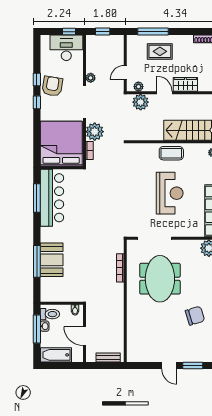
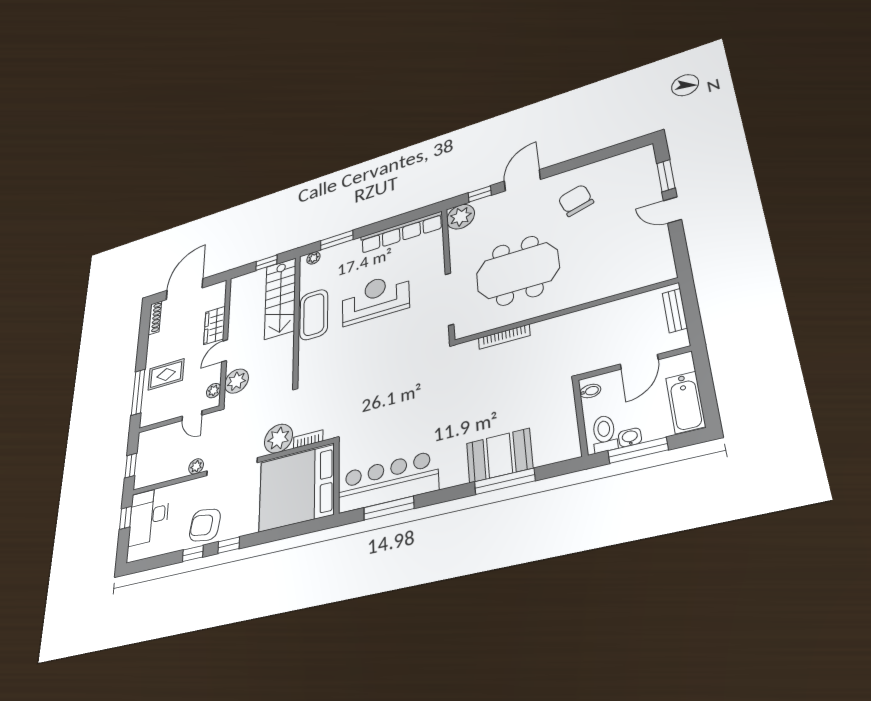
rug: (160, 51) -> (166, 374), turned 90
coffee table: (171, 153) -> (314, 315), width x1.36, depth x1.32
door: (169, 366) -> (672, 210), swing flipped

